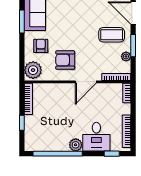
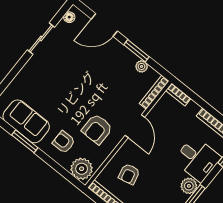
coffee table: (112, 35) -> (109, 63), removed
armchair: (53, 102) -> (129, 174), added

